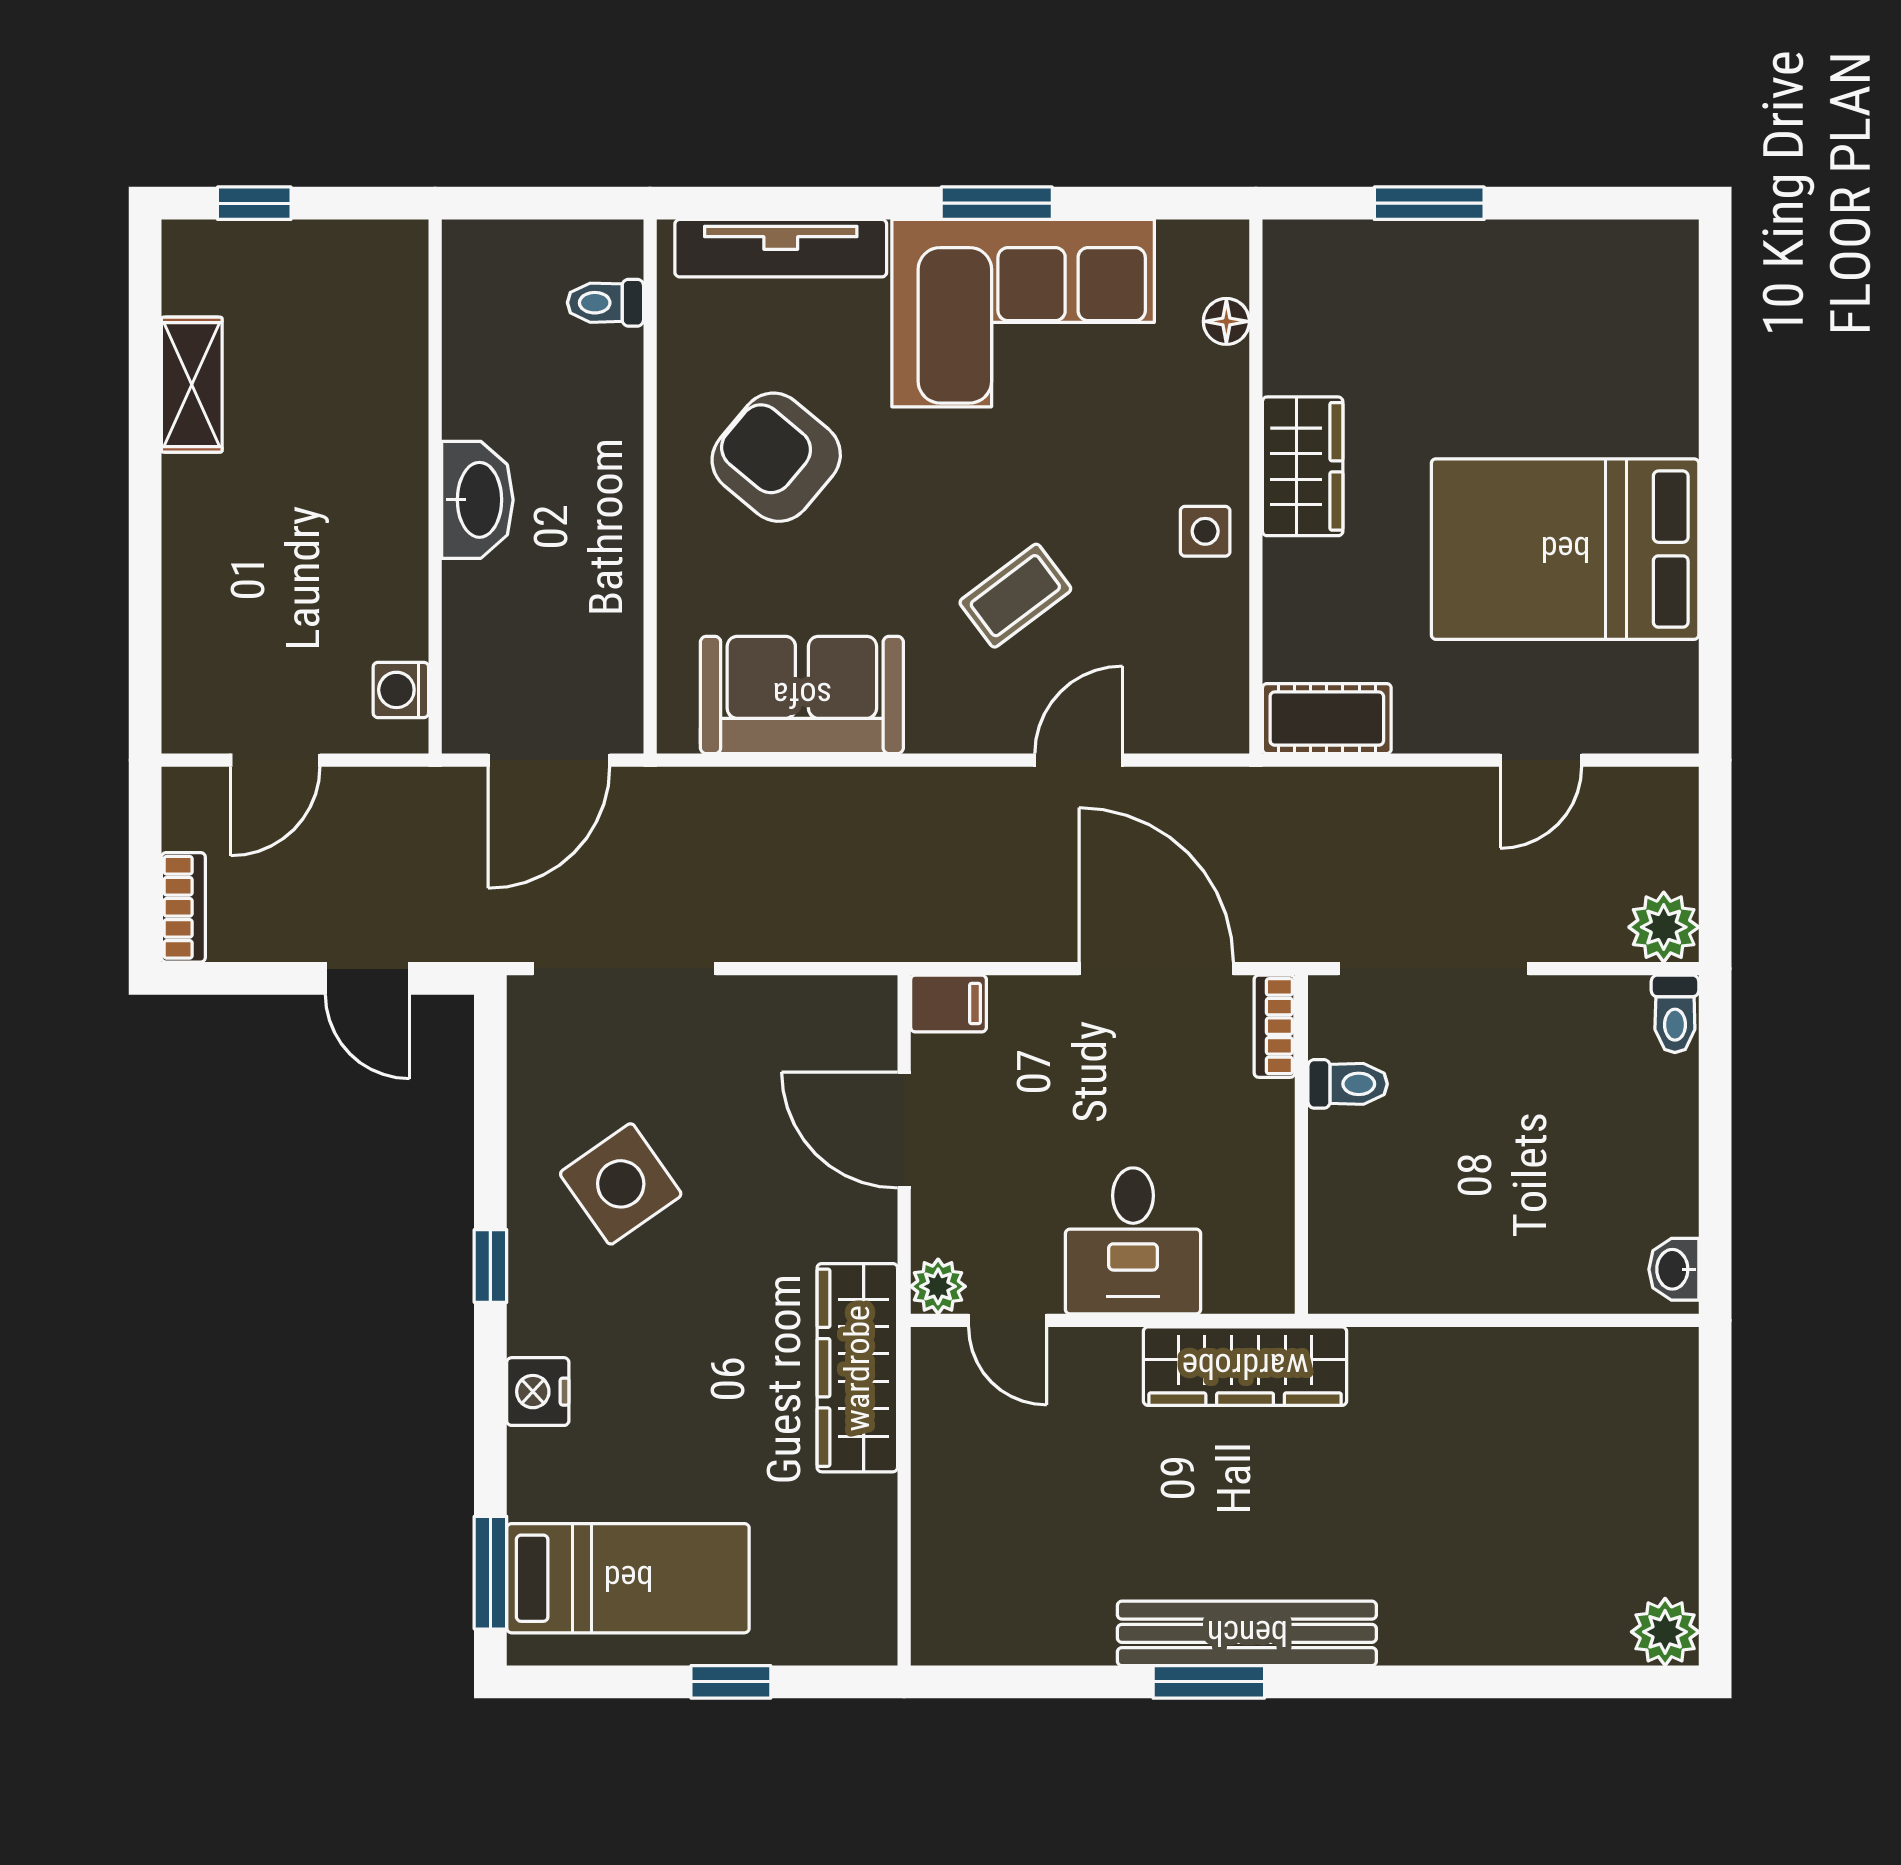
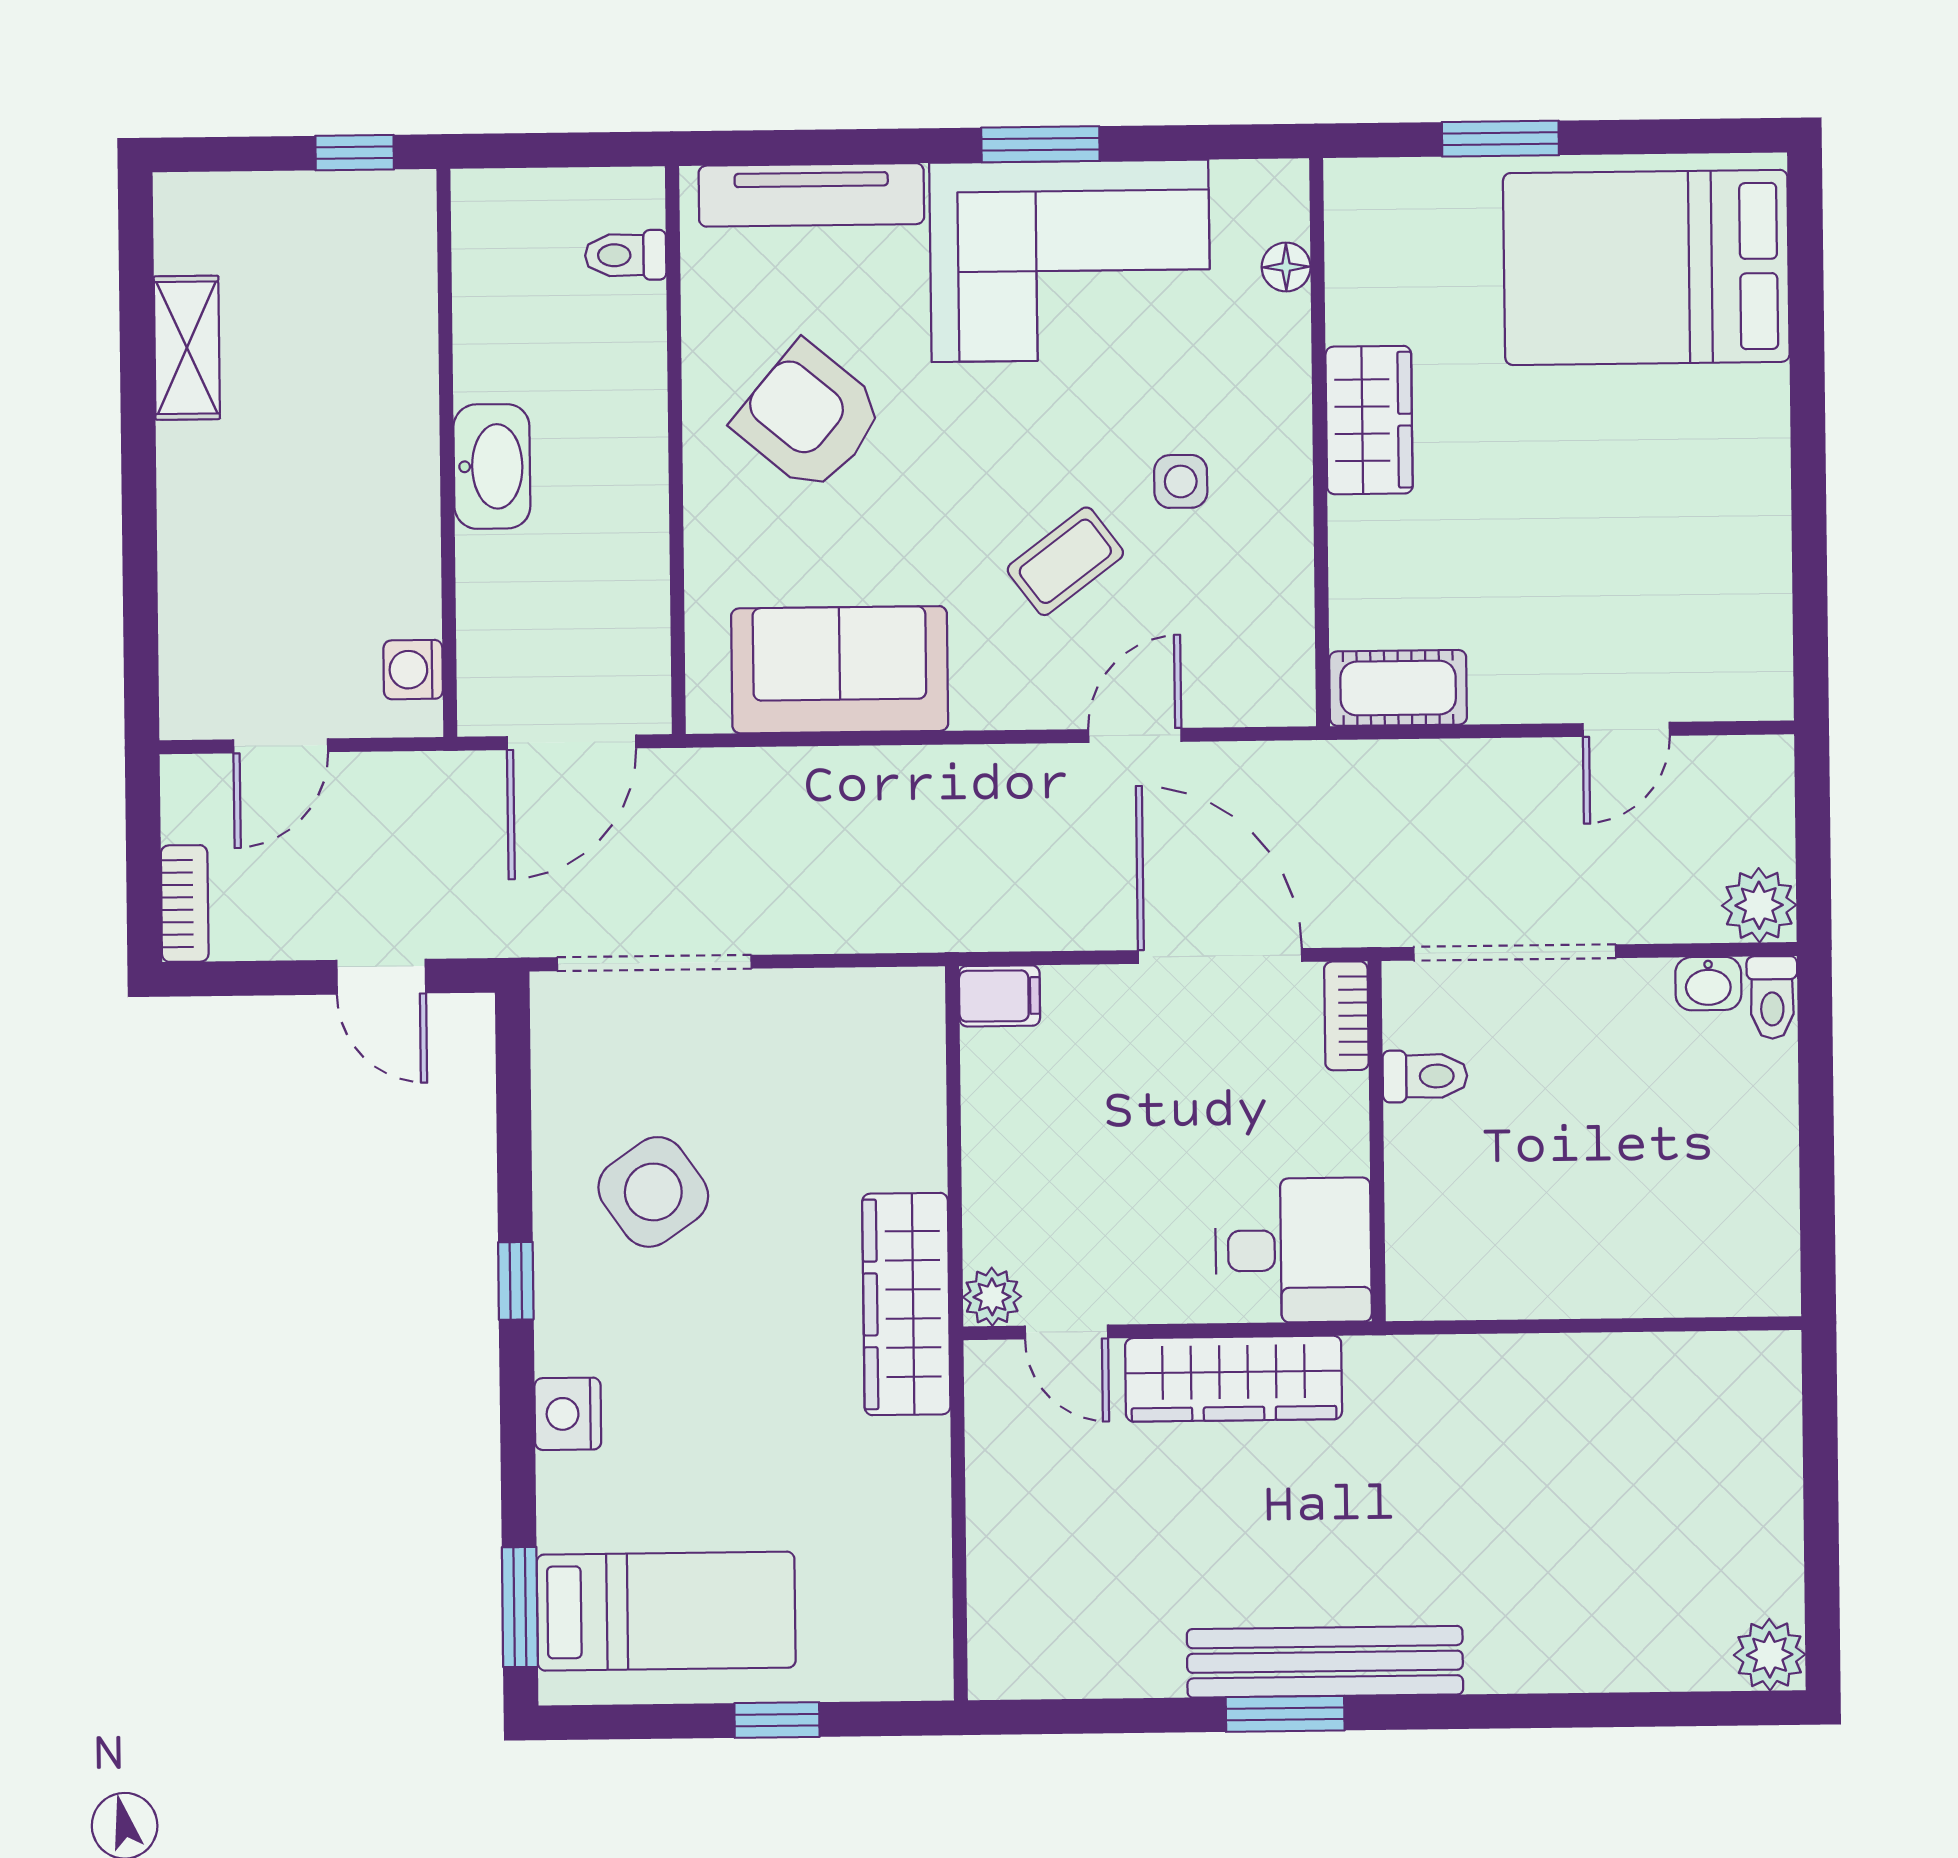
window: (254, 203) -> (355, 153), moved
side table: (1205, 531) -> (1181, 481), moved
bed: (1565, 549) -> (1646, 267), moved
door: (904, 1130) -> (954, 1131), removed
desk: (1133, 1241) -> (1293, 1250), moved, turned -90
washbasin: (1674, 1269) -> (1708, 984), moved, turned -90
wardrobe: (1245, 1366) -> (1234, 1379), moved
wardrobe: (857, 1368) -> (906, 1304), moved

